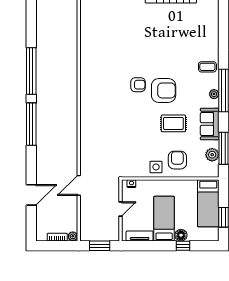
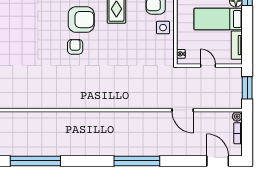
window: (31, 71) -> (35, 161), moved
armchair: (164, 90) -> (81, 20), turned 90
window: (31, 124) -> (137, 161), moved
door: (31, 195) -> (218, 161), moved

